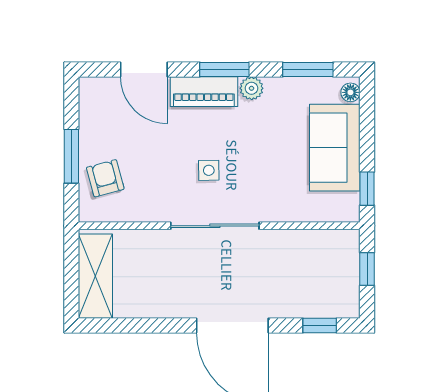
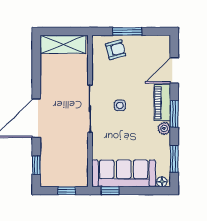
sofa: (335, 148) -> (124, 173), width x1.36

